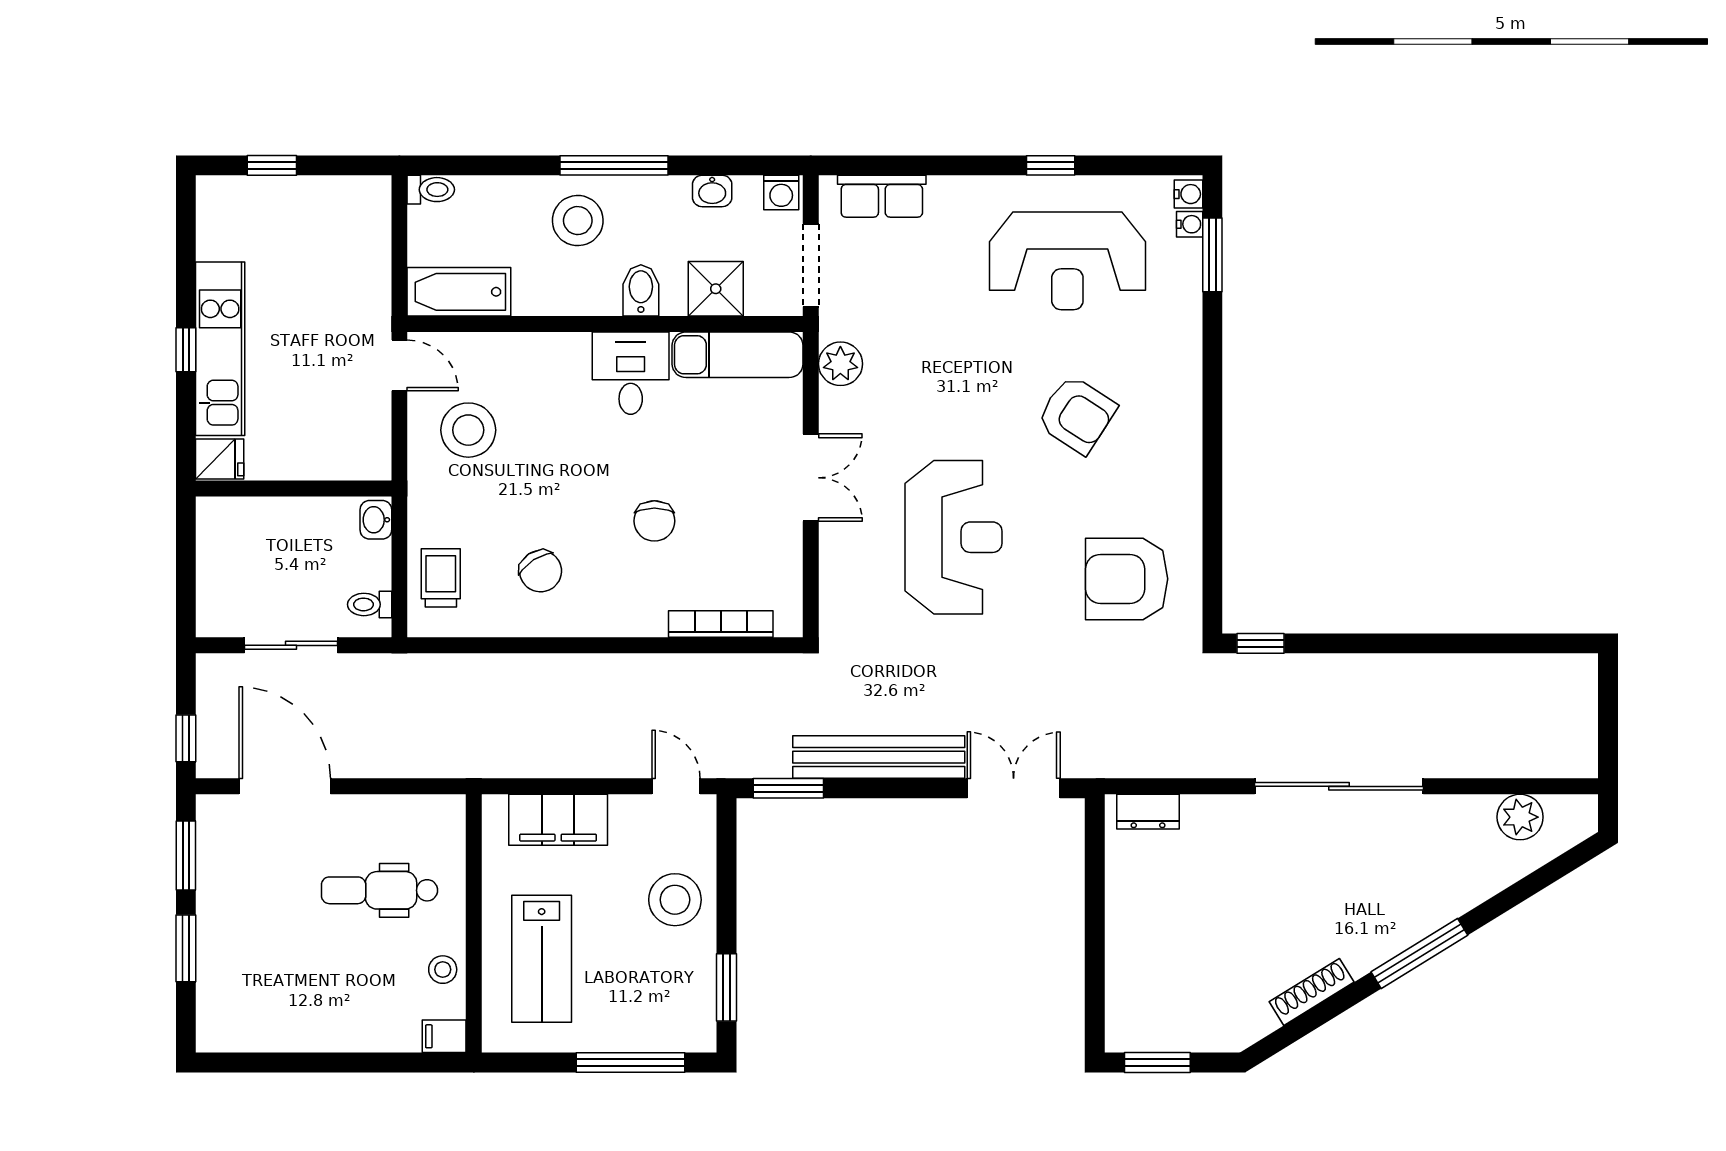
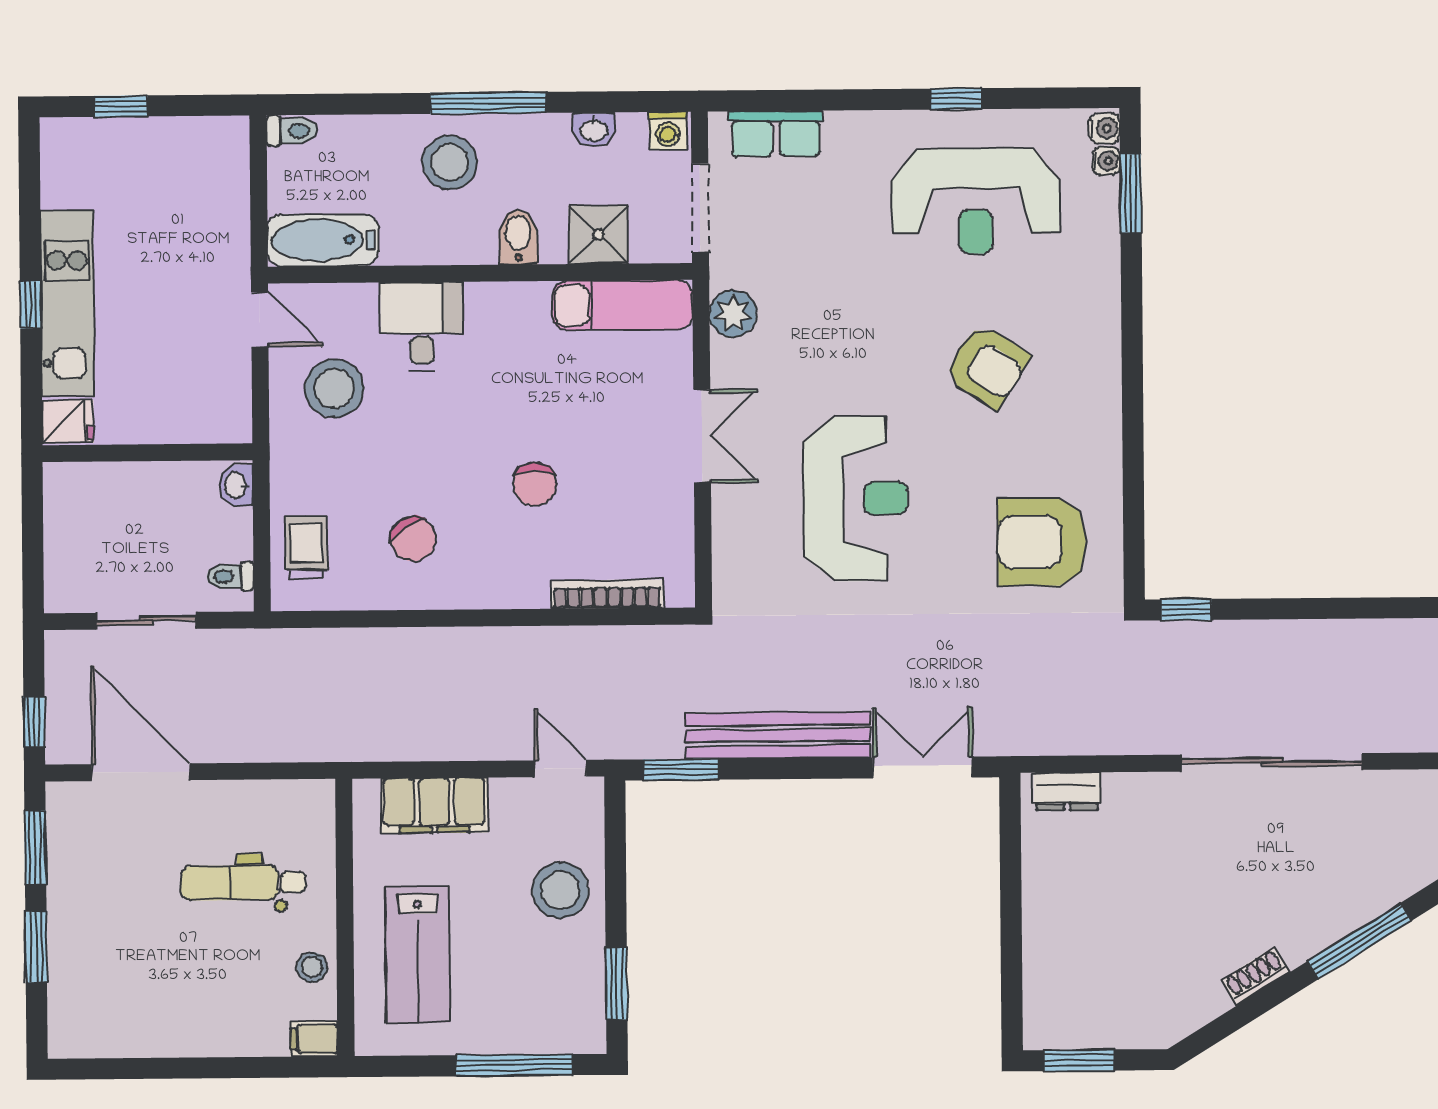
desk: (631, 373) -> (422, 327), moved
shoe rack: (1312, 992) -> (1255, 976), width x0.70

